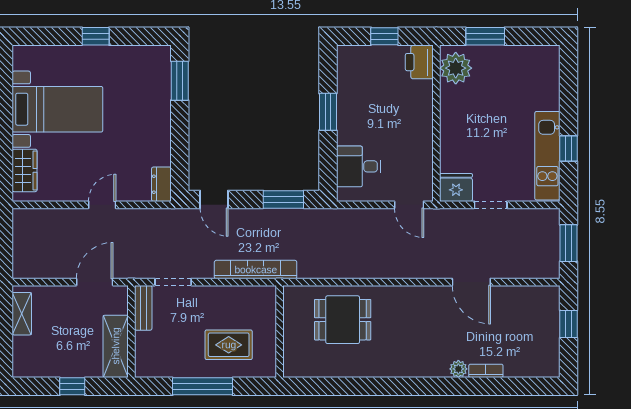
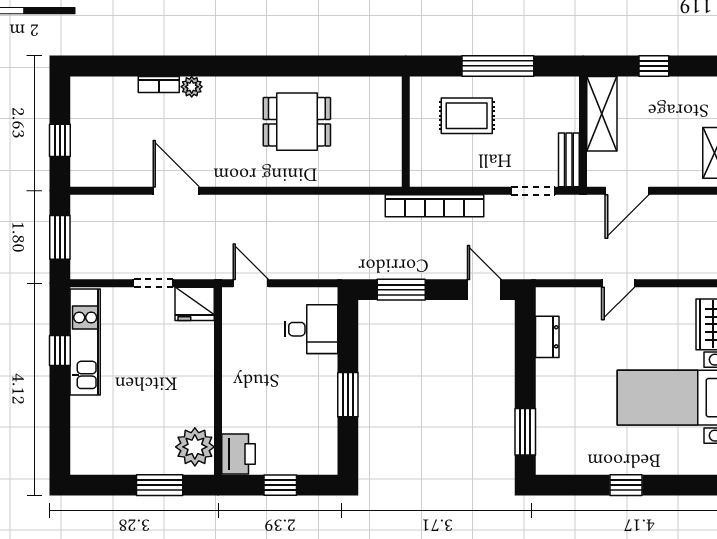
dresser: (161, 184) -> (547, 337), moved
dining table: (343, 320) -> (297, 122), moved

